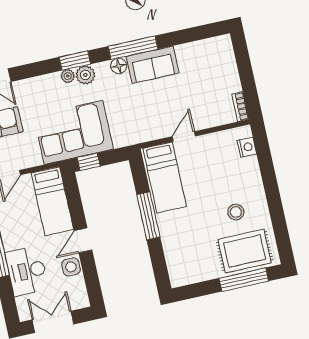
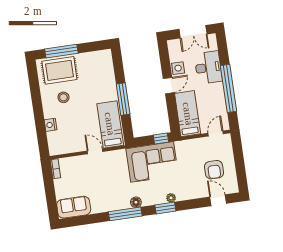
sofa: (153, 65) -> (74, 207), moved
plant: (85, 75) -> (159, 198), removed
corner sofa: (73, 132) -> (152, 162), moved
door: (184, 136) -> (95, 151), swing flipped
nightstand: (247, 147) -> (50, 125), moved

